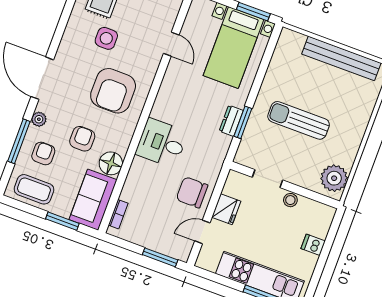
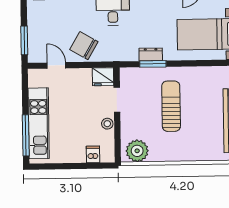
chair: (192, 192) -> (84, 46), turned -60
fridge: (226, 209) -> (103, 77), moved
dishwasher: (313, 245) -> (93, 154), moved

